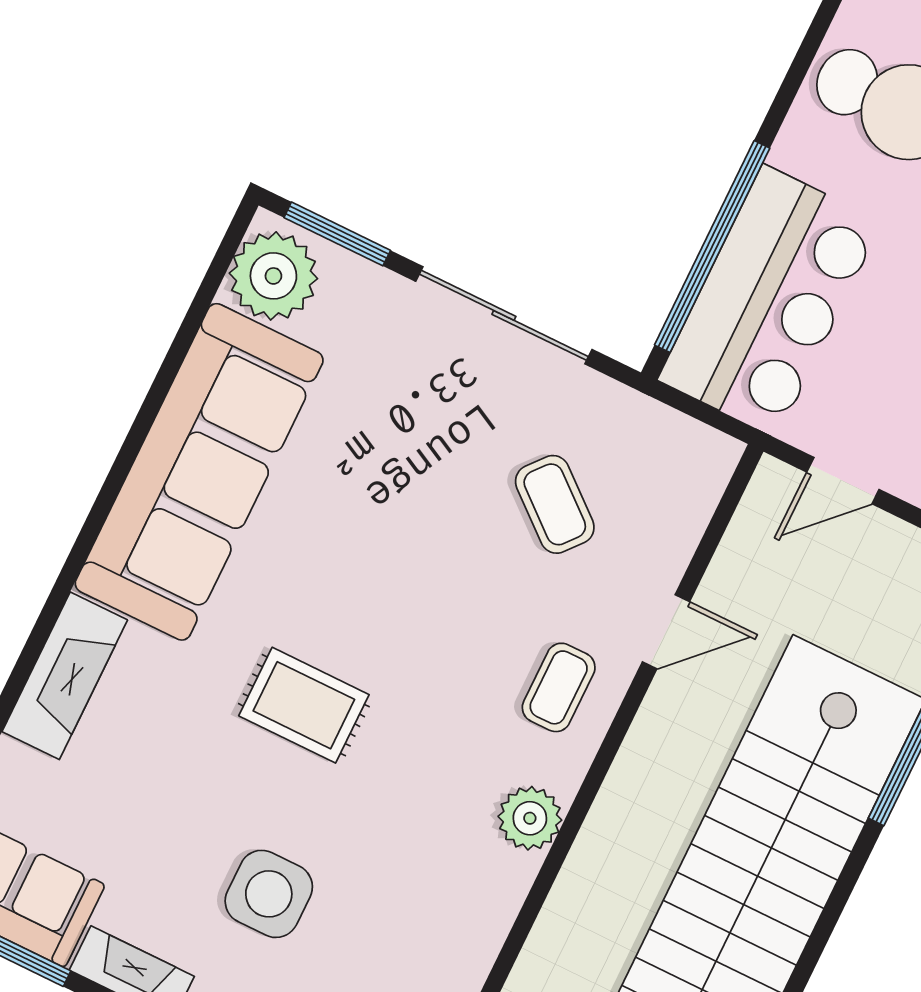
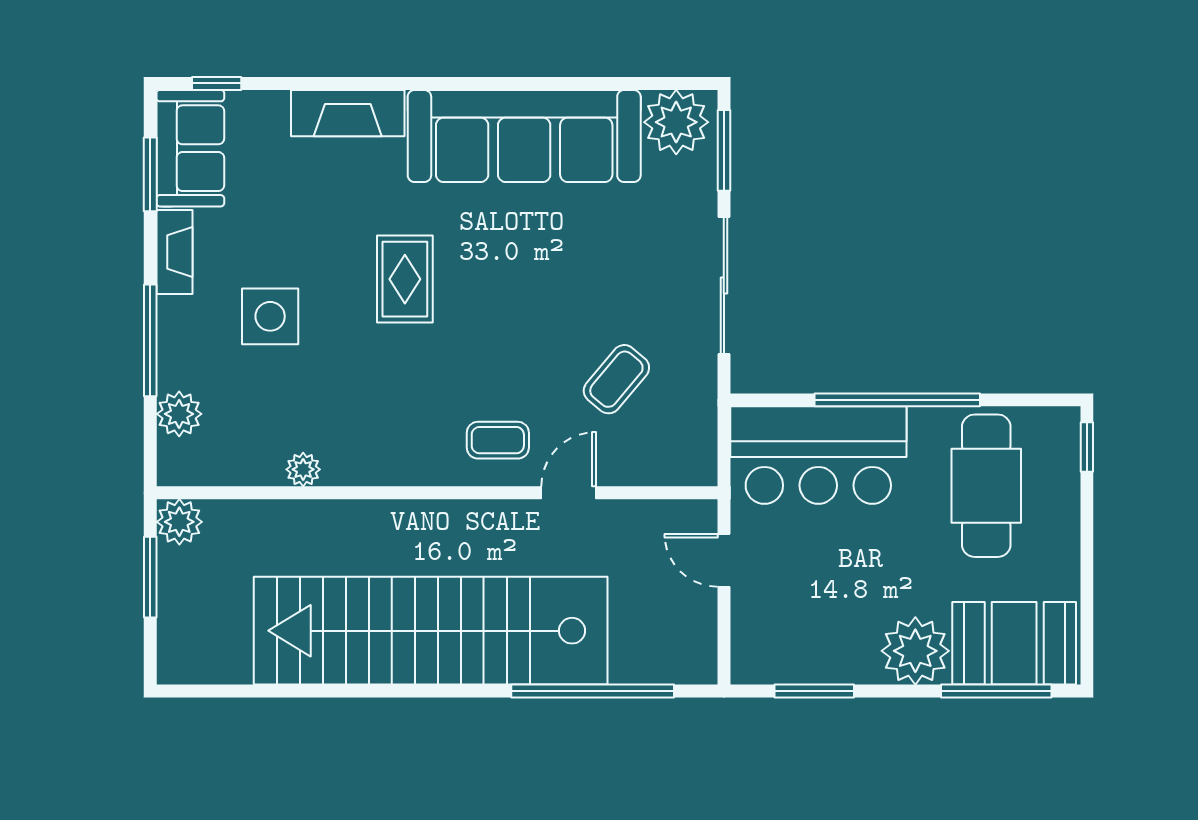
window: (712, 247) -> (897, 400), moved
door: (666, 632) -> (569, 493), swing flipped
plant: (530, 818) -> (303, 469), moved, width x0.73, depth x0.73

